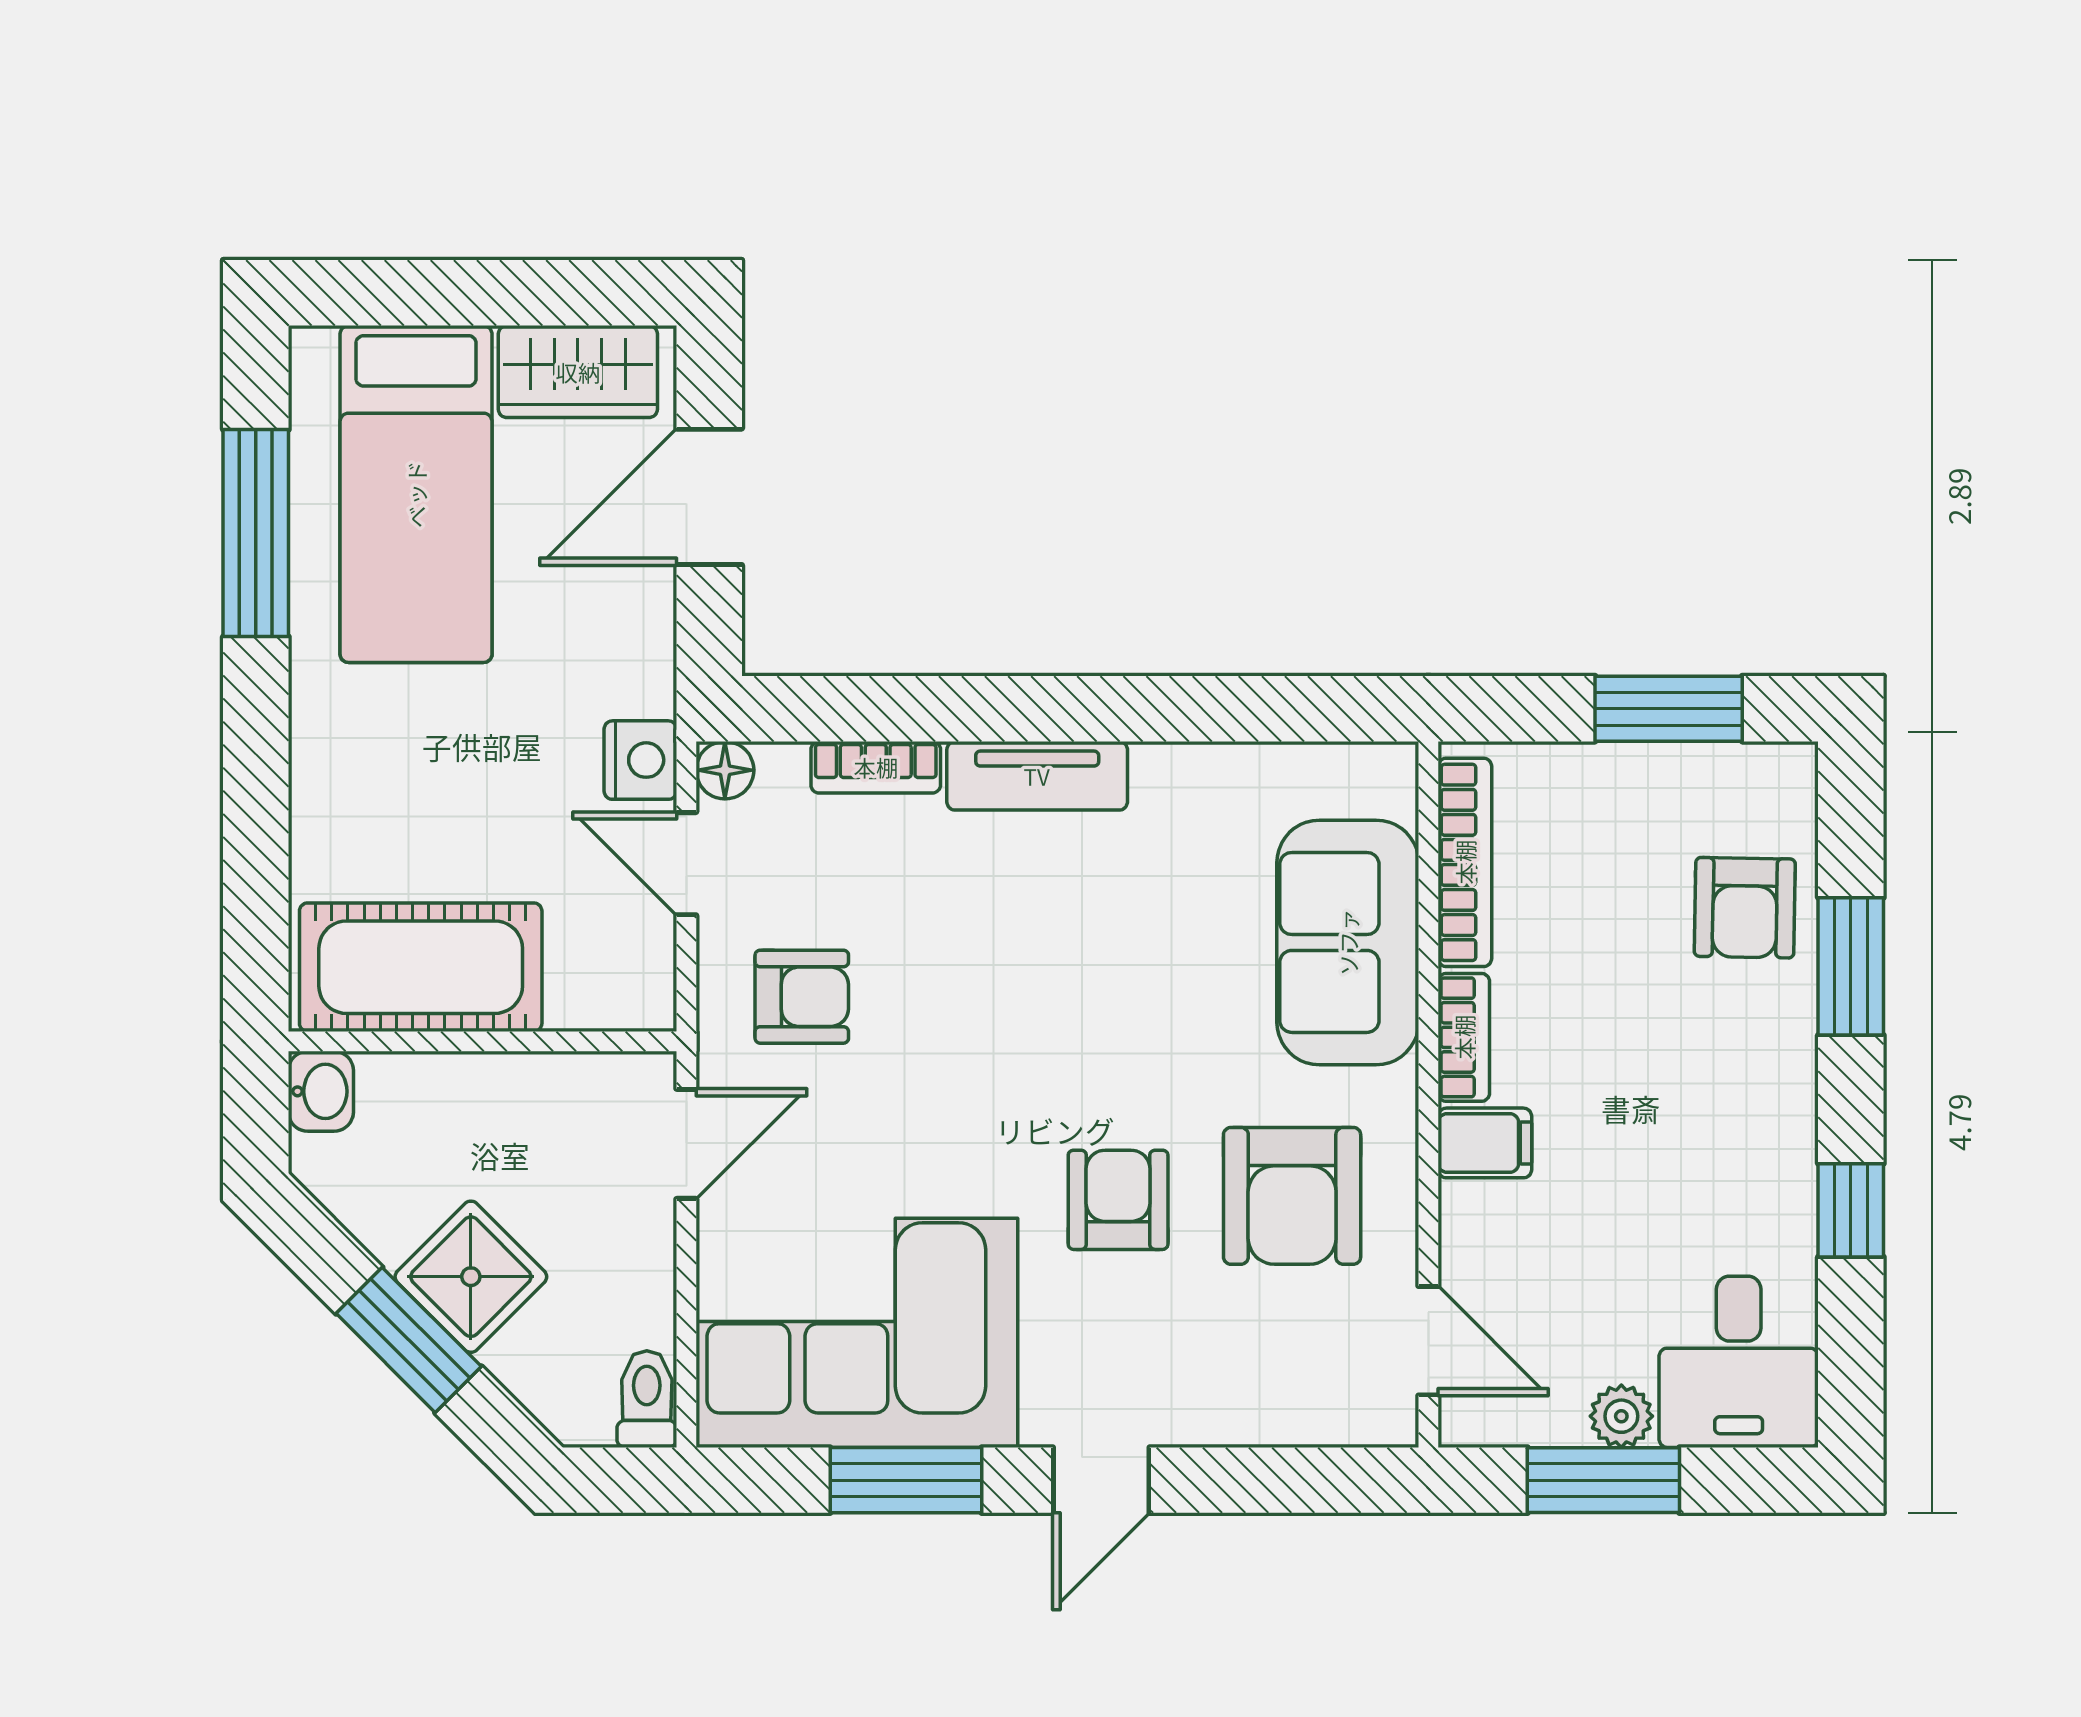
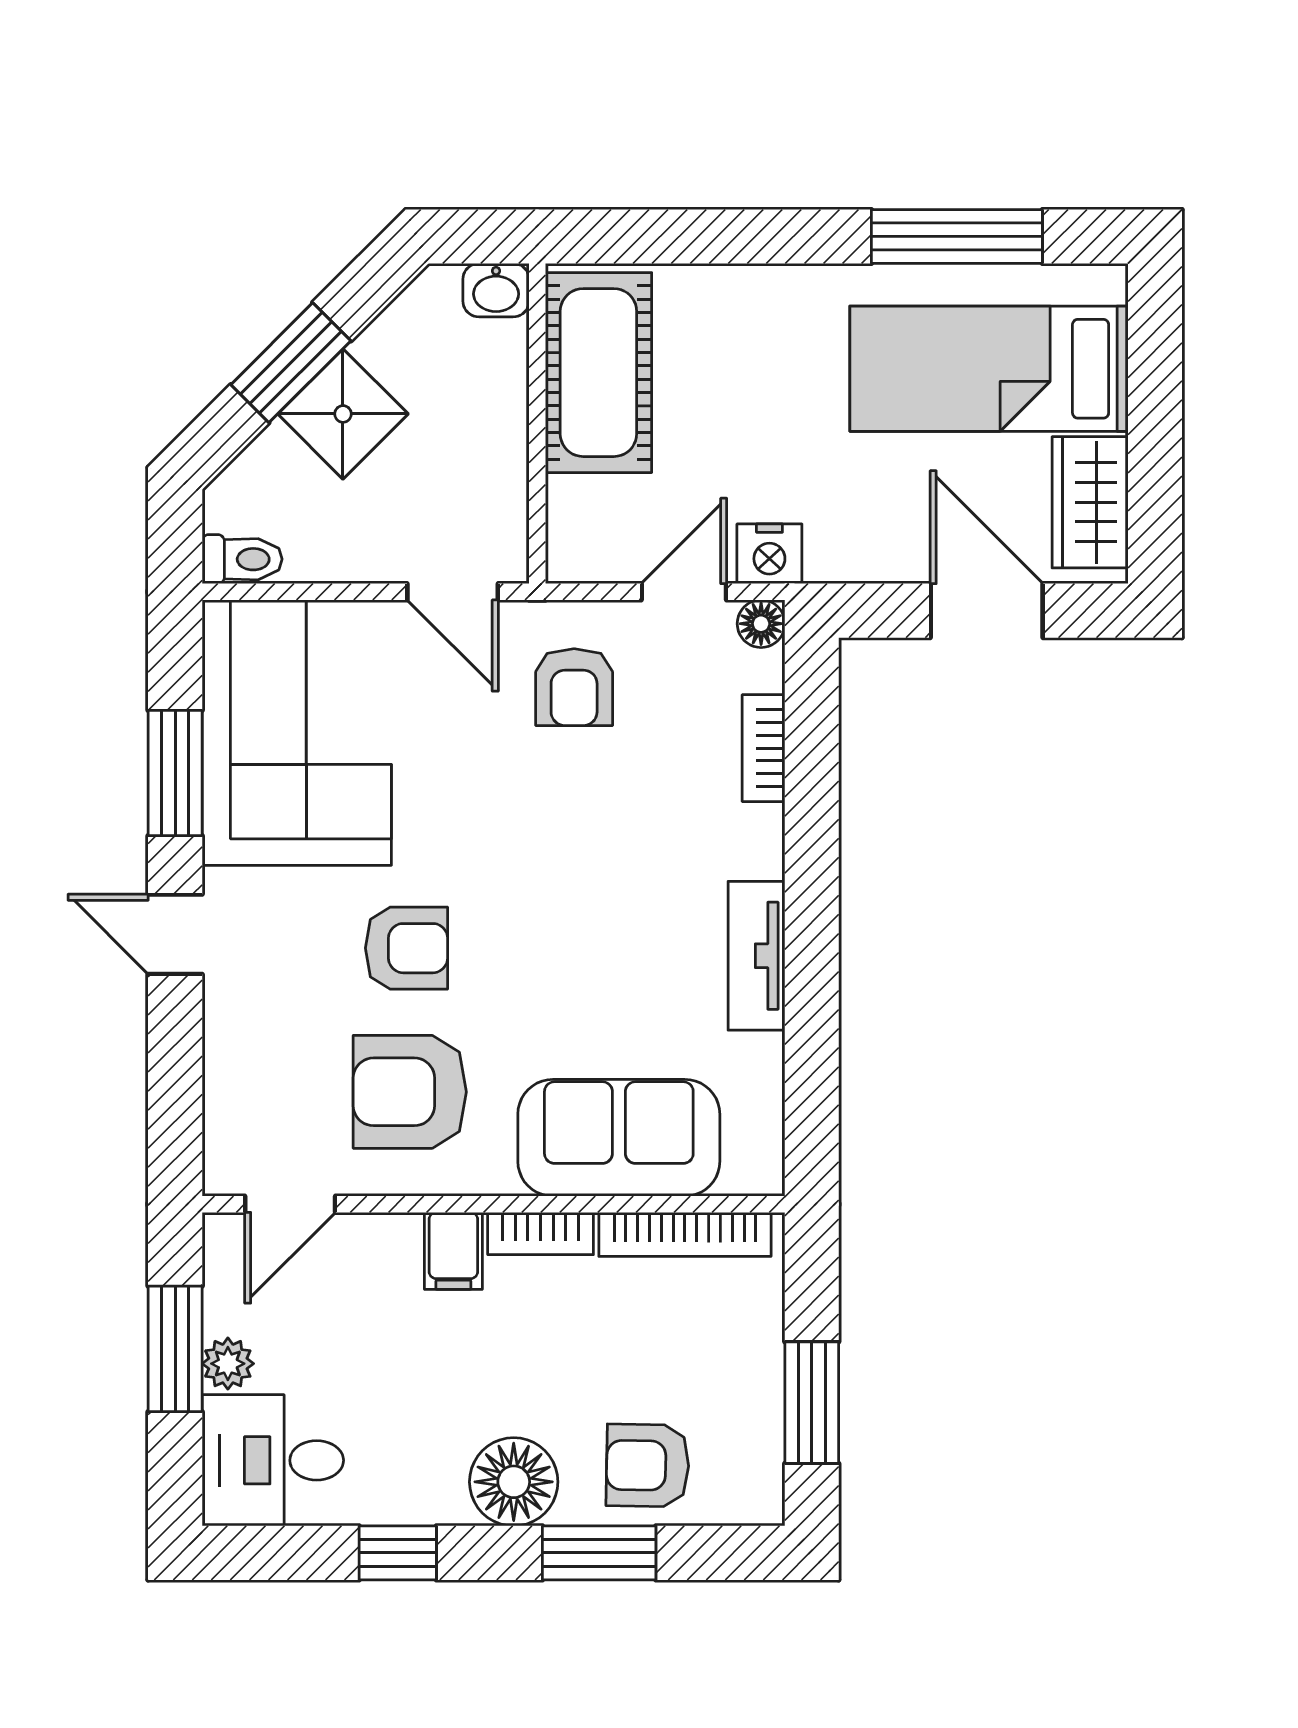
tv unit: (1037, 776) -> (756, 956), moved
floor lamp: (1765, 1070) -> (514, 1482), added

